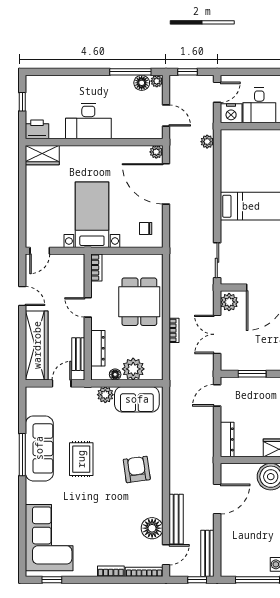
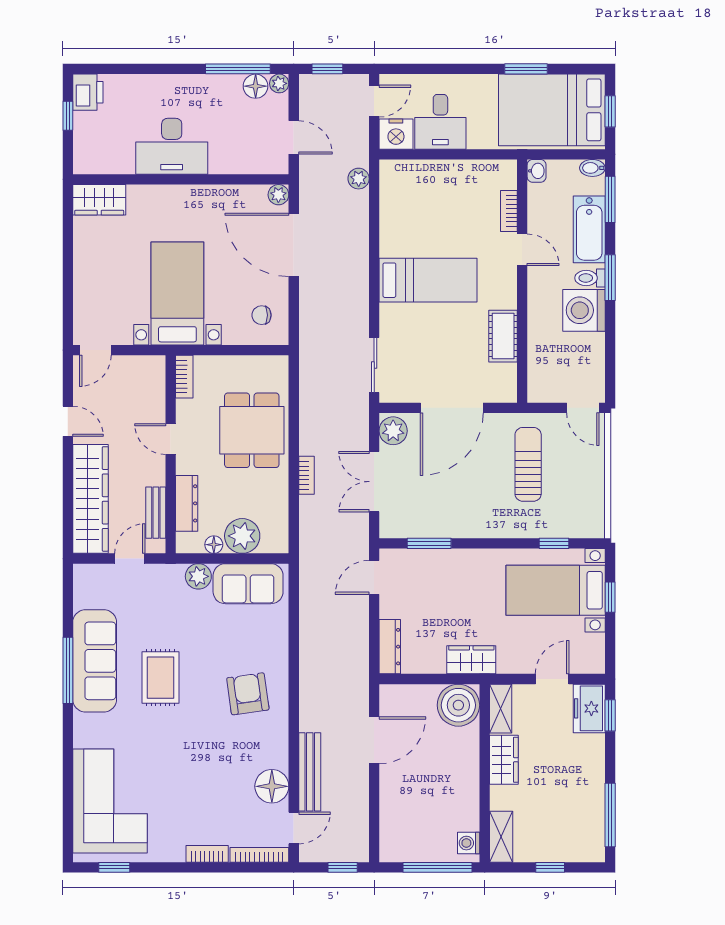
printer: (37, 129) -> (88, 92), moved, turned 90
bench: (207, 553) -> (359, 826), removed

